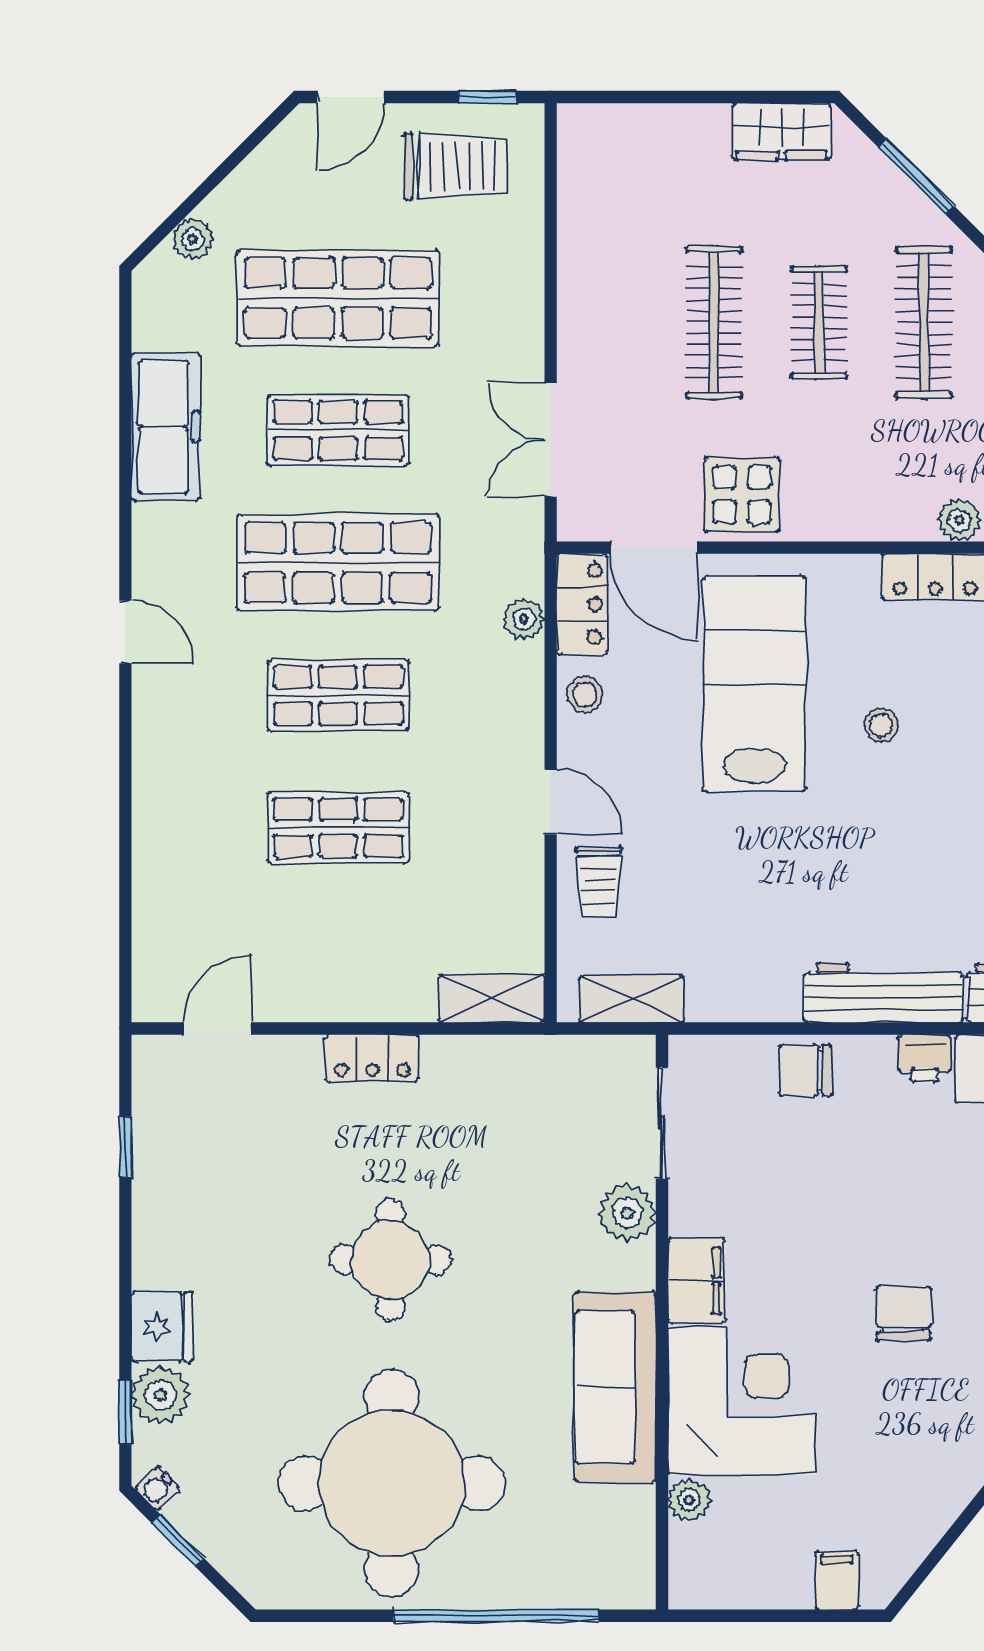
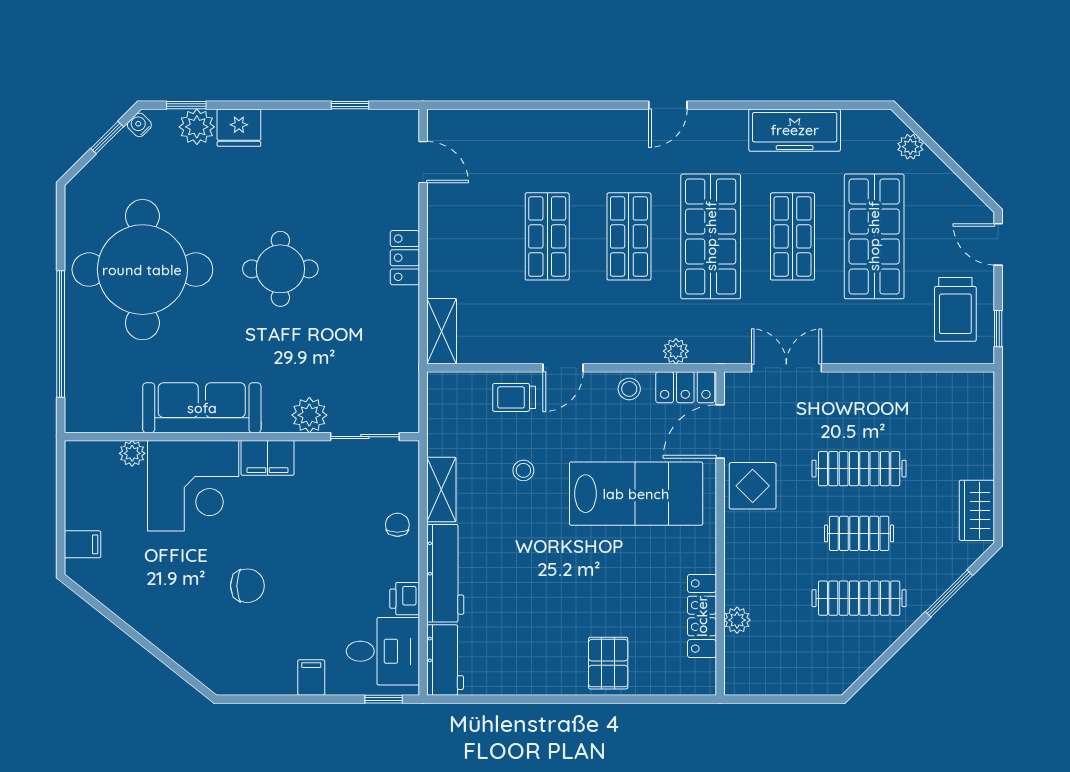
stool: (881, 725) -> (523, 470), moved
shelving: (632, 999) -> (441, 489), moved
chair: (805, 1070) -> (397, 525), width x0.73, depth x0.73

